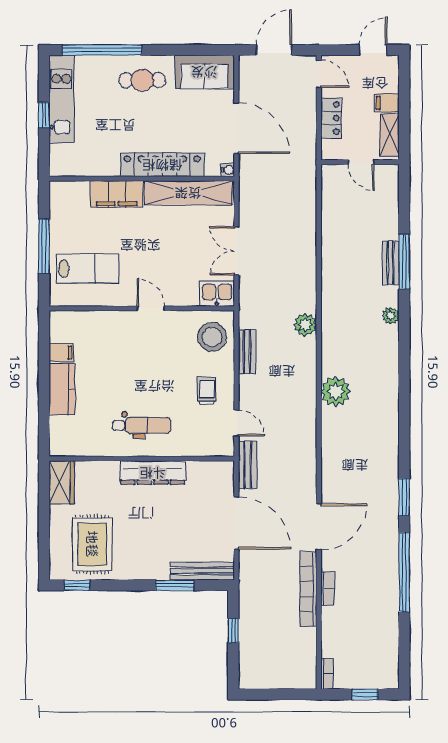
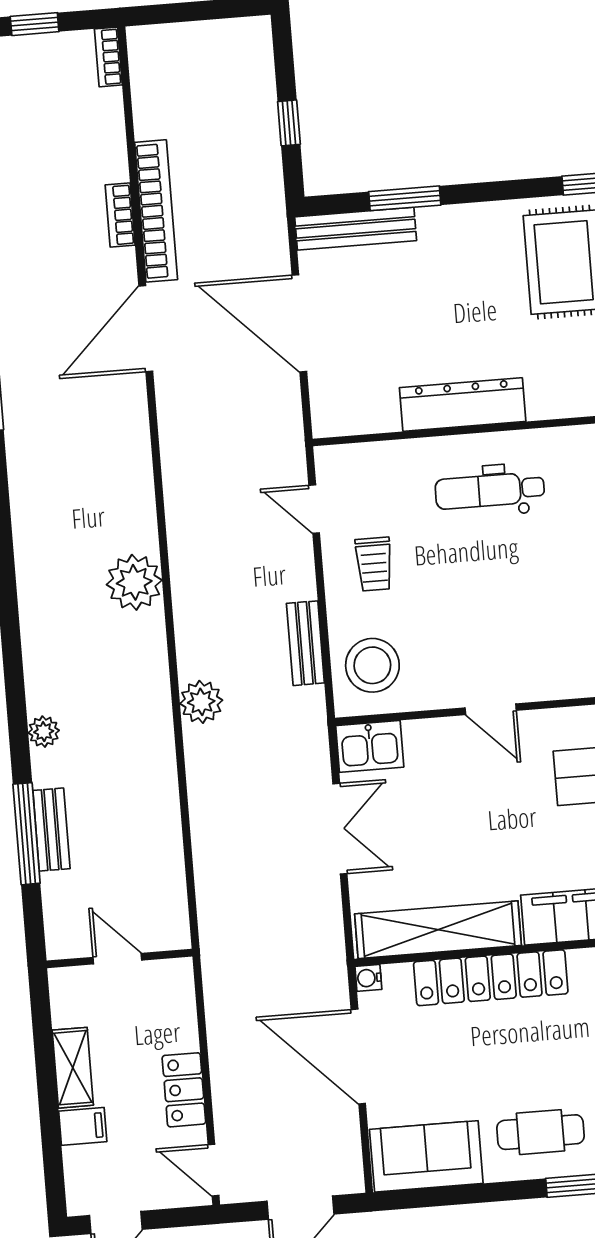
wall: (360, 162) -> (119, 958), moved
door: (361, 162) -> (117, 959), moved
bench: (248, 465) -> (287, 433), removed

